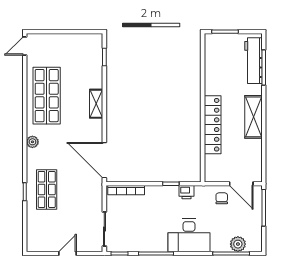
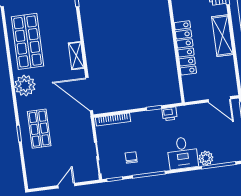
shelving: (96, 104) -> (76, 56), moved
plant: (32, 142) -> (25, 85), width x1.88, depth x1.88
chair: (222, 198) -> (131, 158), moved
desk: (189, 235) -> (182, 153), width x0.73
plant: (238, 244) -> (206, 158), moved

